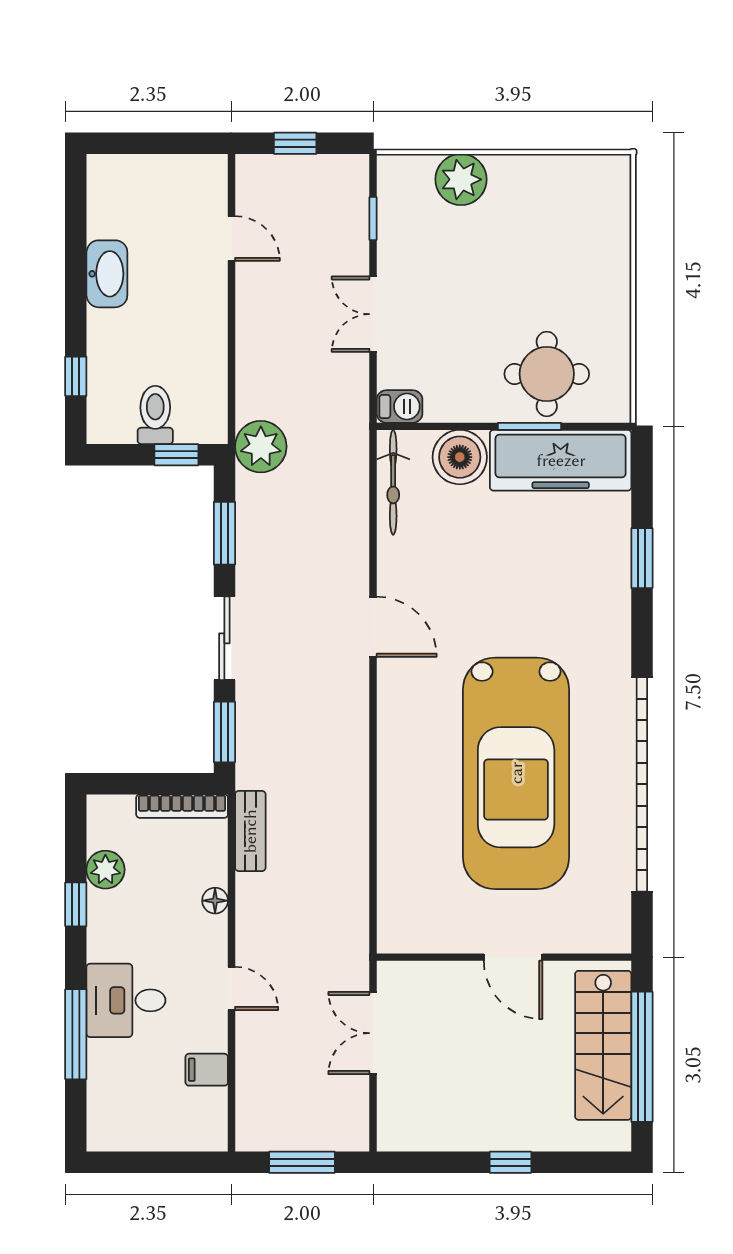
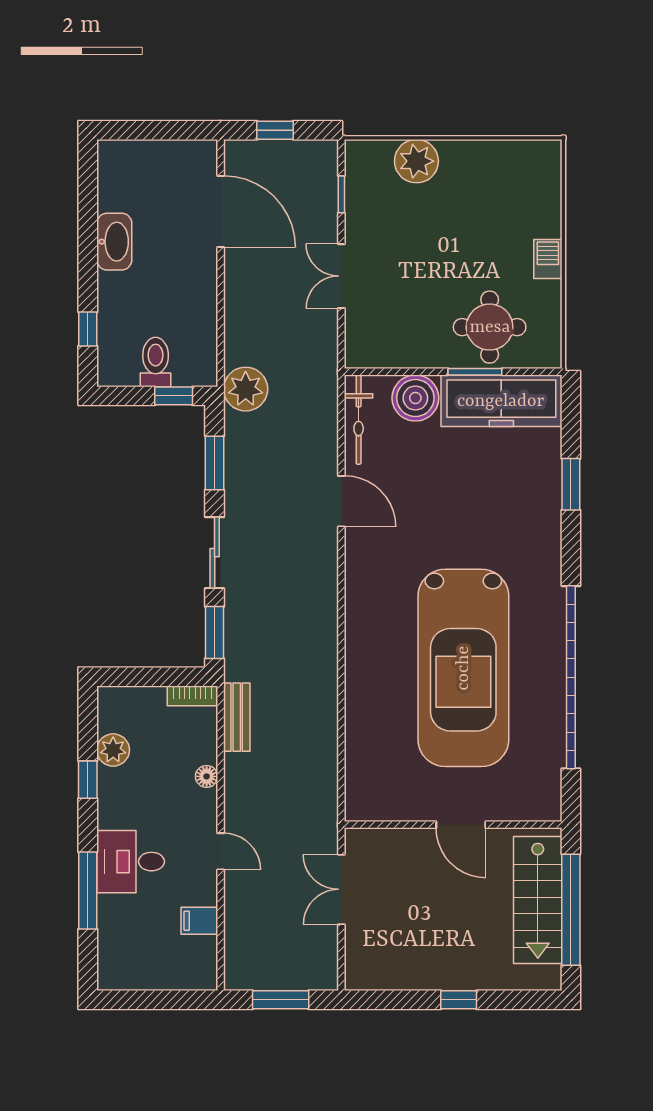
door: (231, 239) -> (221, 212), width x1.87
barbecue: (400, 406) -> (548, 259), moved, turned -90
door: (373, 627) -> (341, 501), moved
bookcase: (182, 806) -> (192, 696), width x0.64

